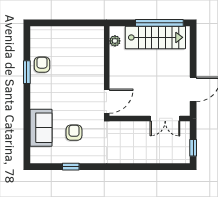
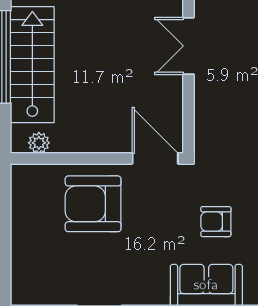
armchair: (42, 65) -> (93, 204), moved, width x1.88, depth x1.88
double door: (165, 118) -> (188, 46), swing flipped

